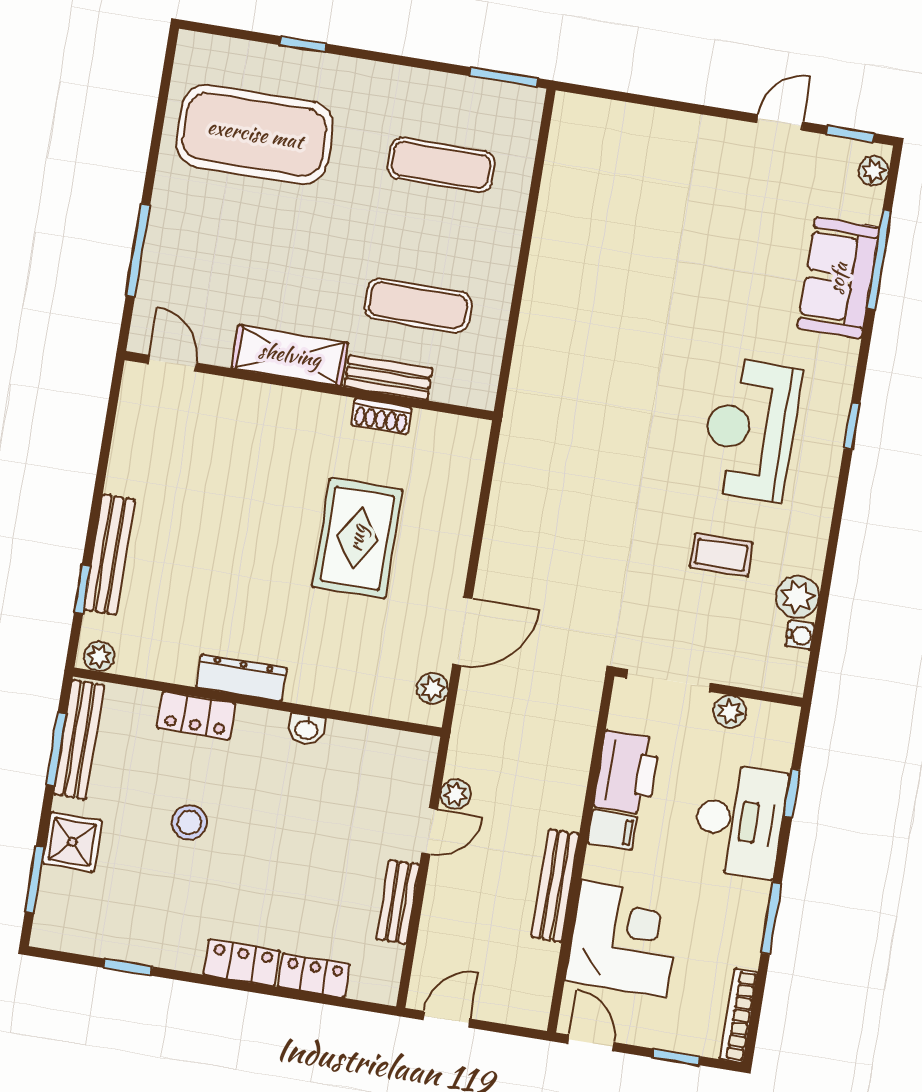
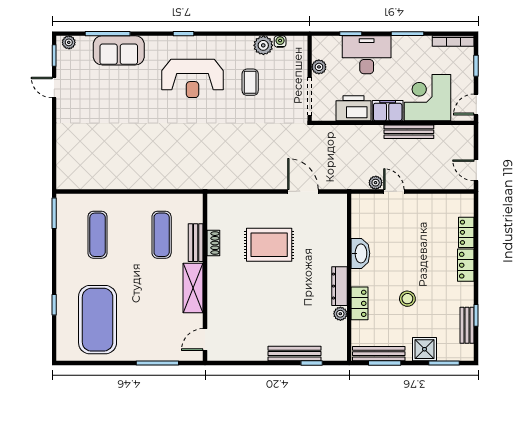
plant: (99, 656) -> (340, 314), moved
plant: (433, 688) -> (330, 201), removed
washbasin: (306, 729) -> (360, 253), width x1.91, depth x1.45
filing cabinet: (612, 830) -> (388, 111), width x2.00
bench: (398, 902) -> (467, 325), moved, turned 90

